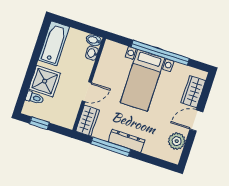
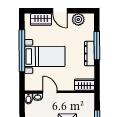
door: (87, 92) -> (50, 92), moved
window: (111, 147) -> (97, 46), moved

